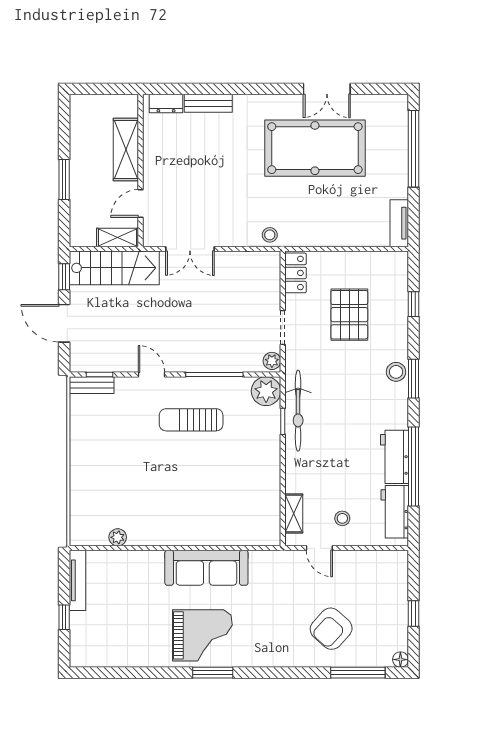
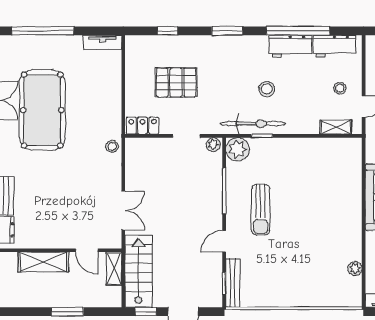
stool: (396, 372) -> (267, 89), moved
bench: (92, 385) -> (233, 283), width x1.36

